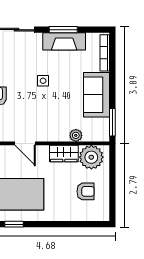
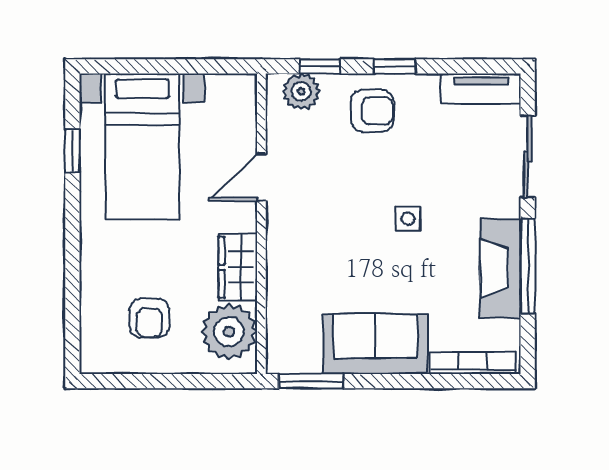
window: (63, 30) -> (528, 266), width x1.44
plant: (76, 135) -> (280, 295), removed

